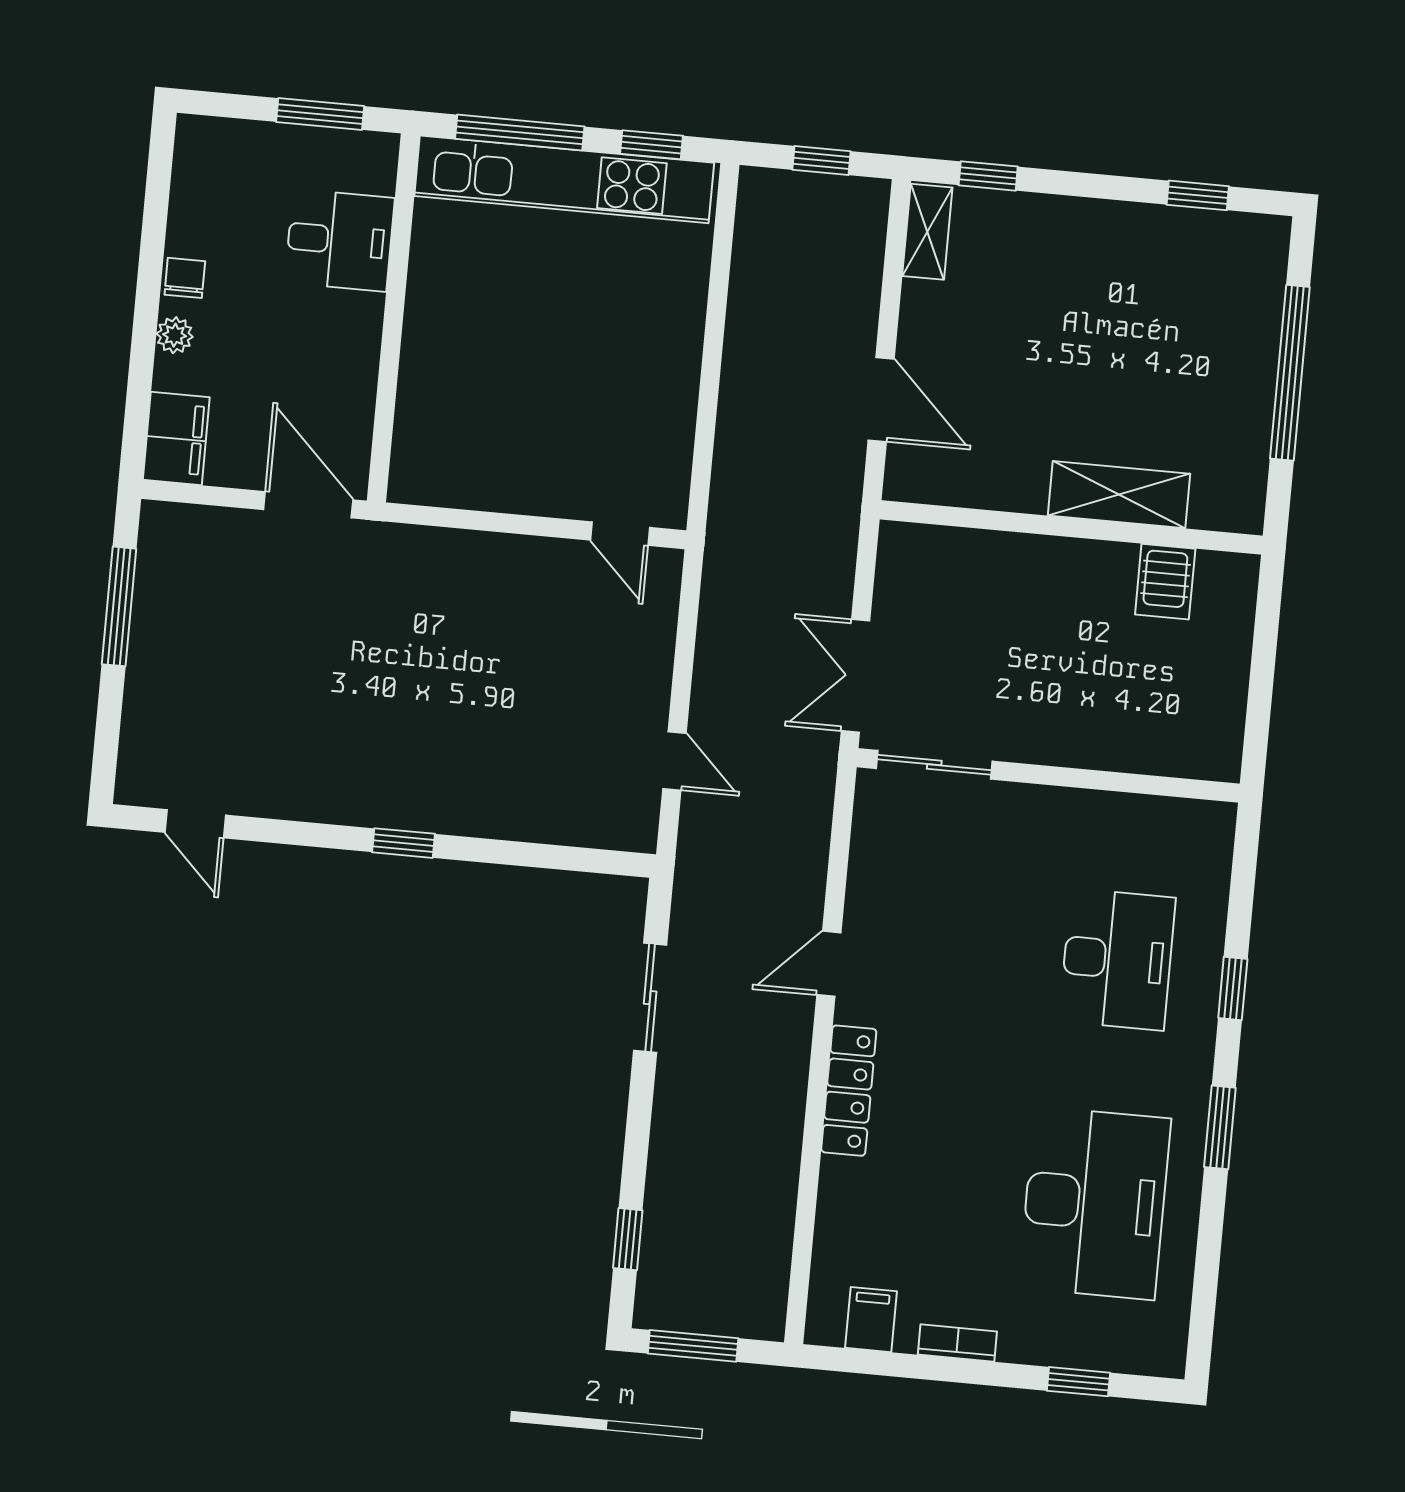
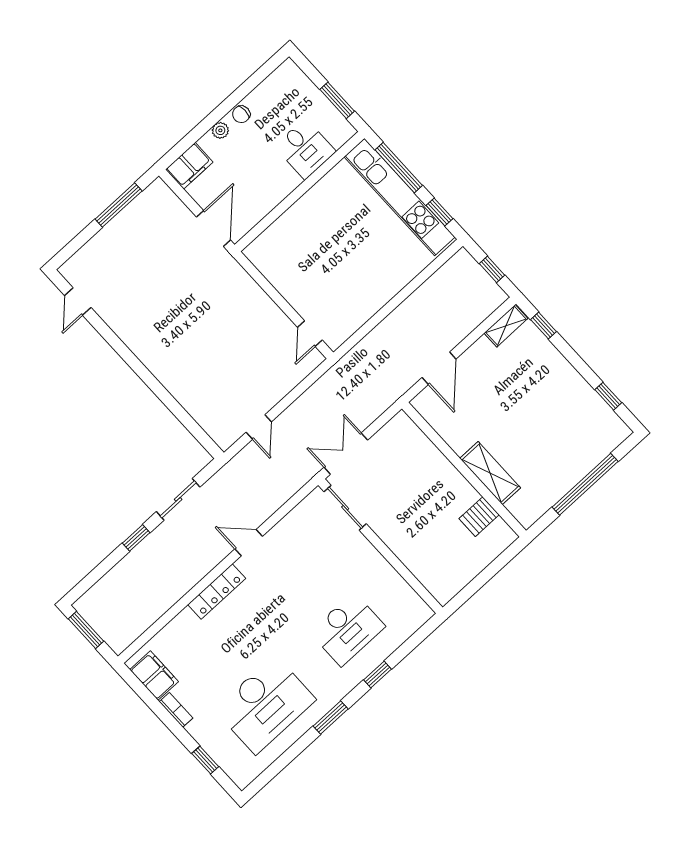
chair: (185, 278) -> (241, 114), turned 180
window: (404, 843) -> (142, 372), removed
window: (628, 1239) -> (136, 538), moved
filing cabinet: (871, 1320) -> (154, 676), width x2.00

